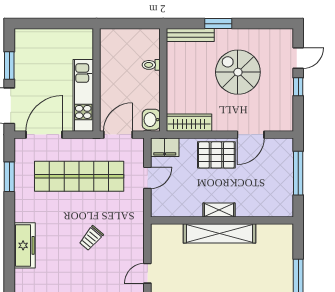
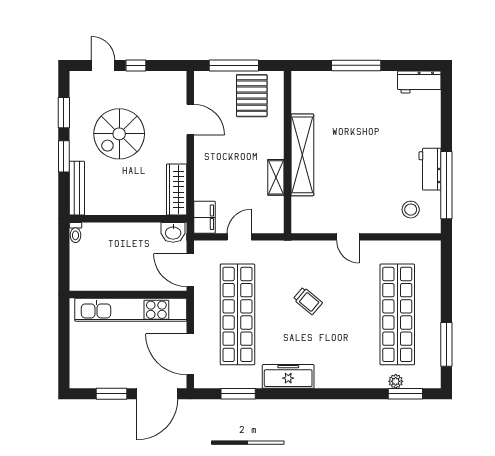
window: (257, 24) -> (64, 113), added
toilet: (151, 65) -> (75, 233), moved
kitchen unit: (83, 95) -> (131, 310), width x1.36
pallet: (216, 155) -> (252, 96), moved
door: (147, 178) -> (239, 237), hinge flipped
shelving: (219, 210) -> (276, 177), moved
freezer: (25, 245) -> (288, 376), moved

